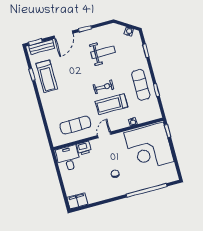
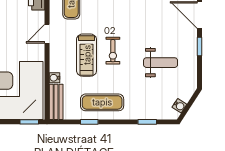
weight bench: (103, 52) -> (161, 63), turned -90
treadmill: (111, 104) -> (87, 55), turned 180
bench: (149, 116) -> (56, 102), added
door: (104, 135) -> (47, 34), swing flipped

